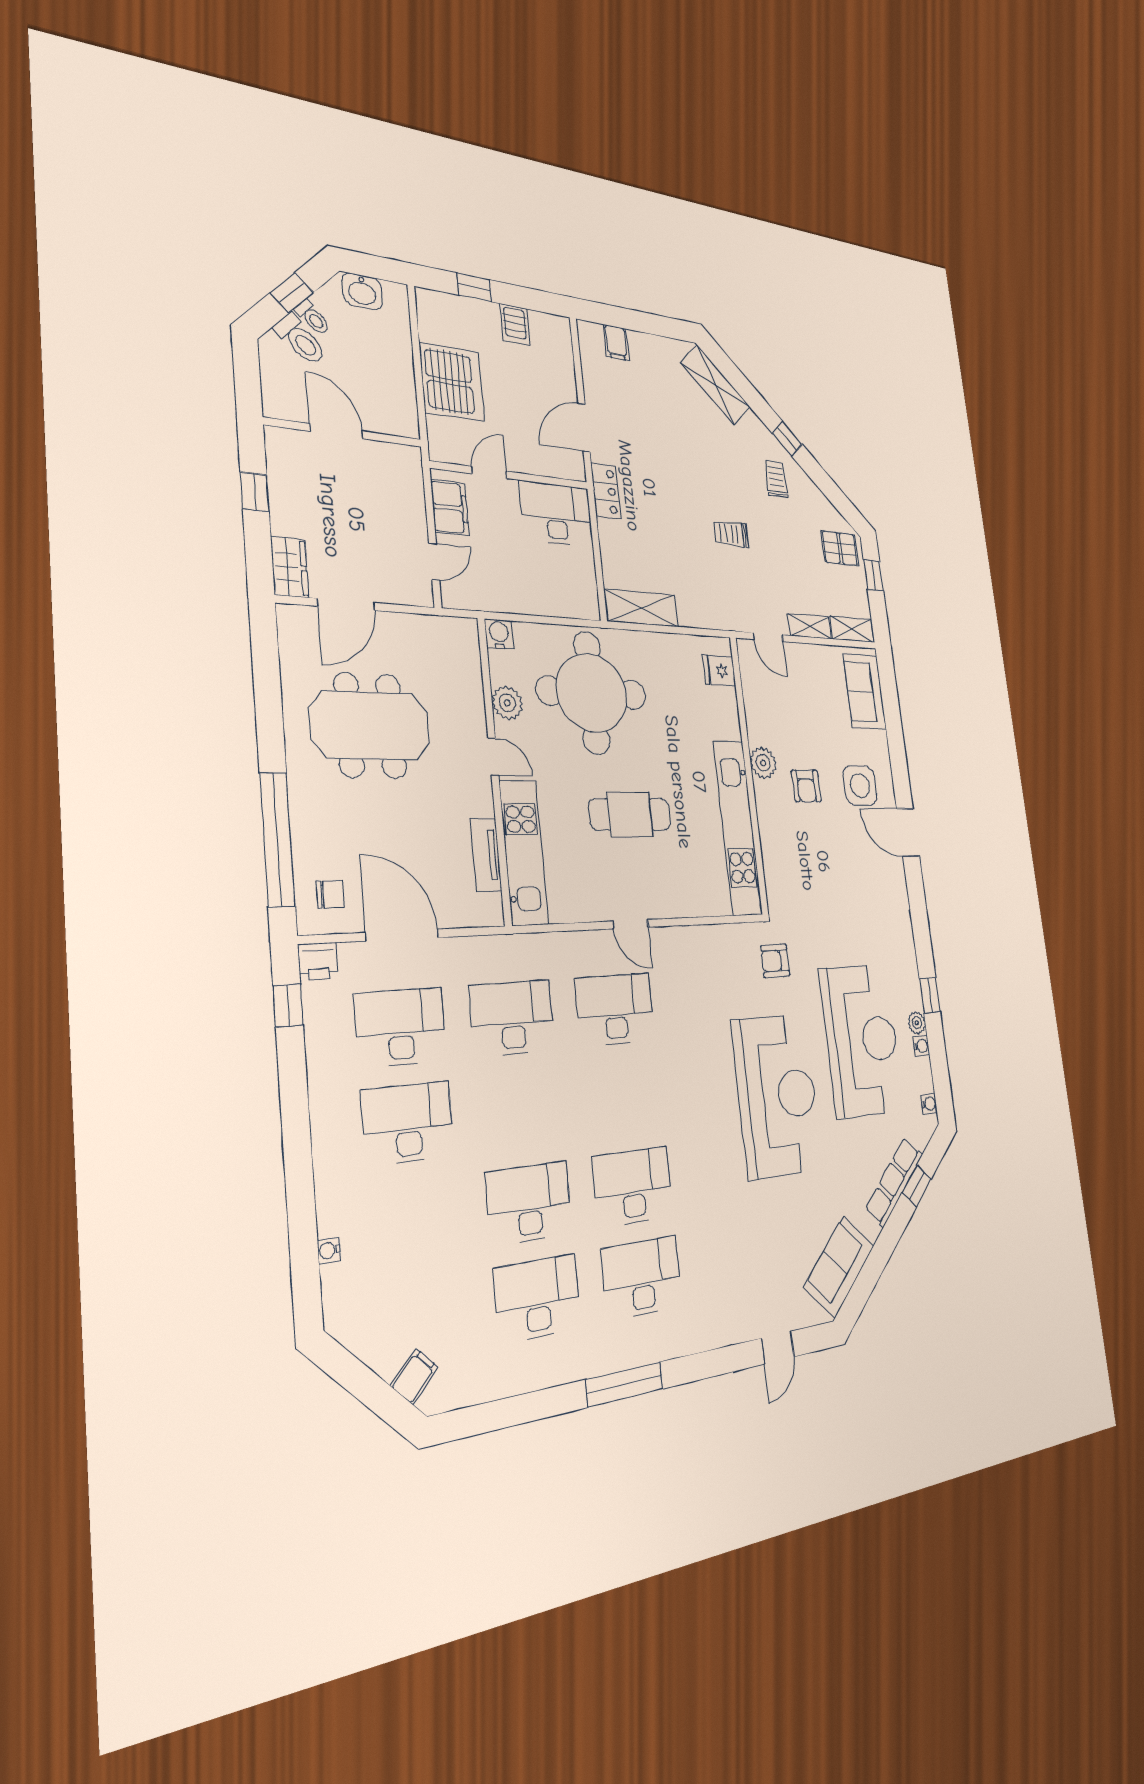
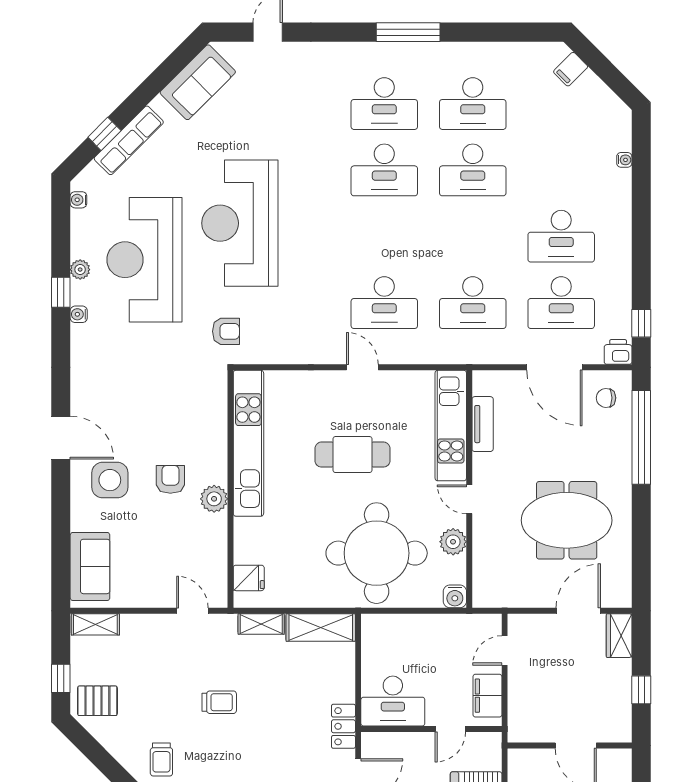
shelving: (810, 626) -> (261, 624), moved
water cooler: (921, 1046) -> (79, 314), moved

